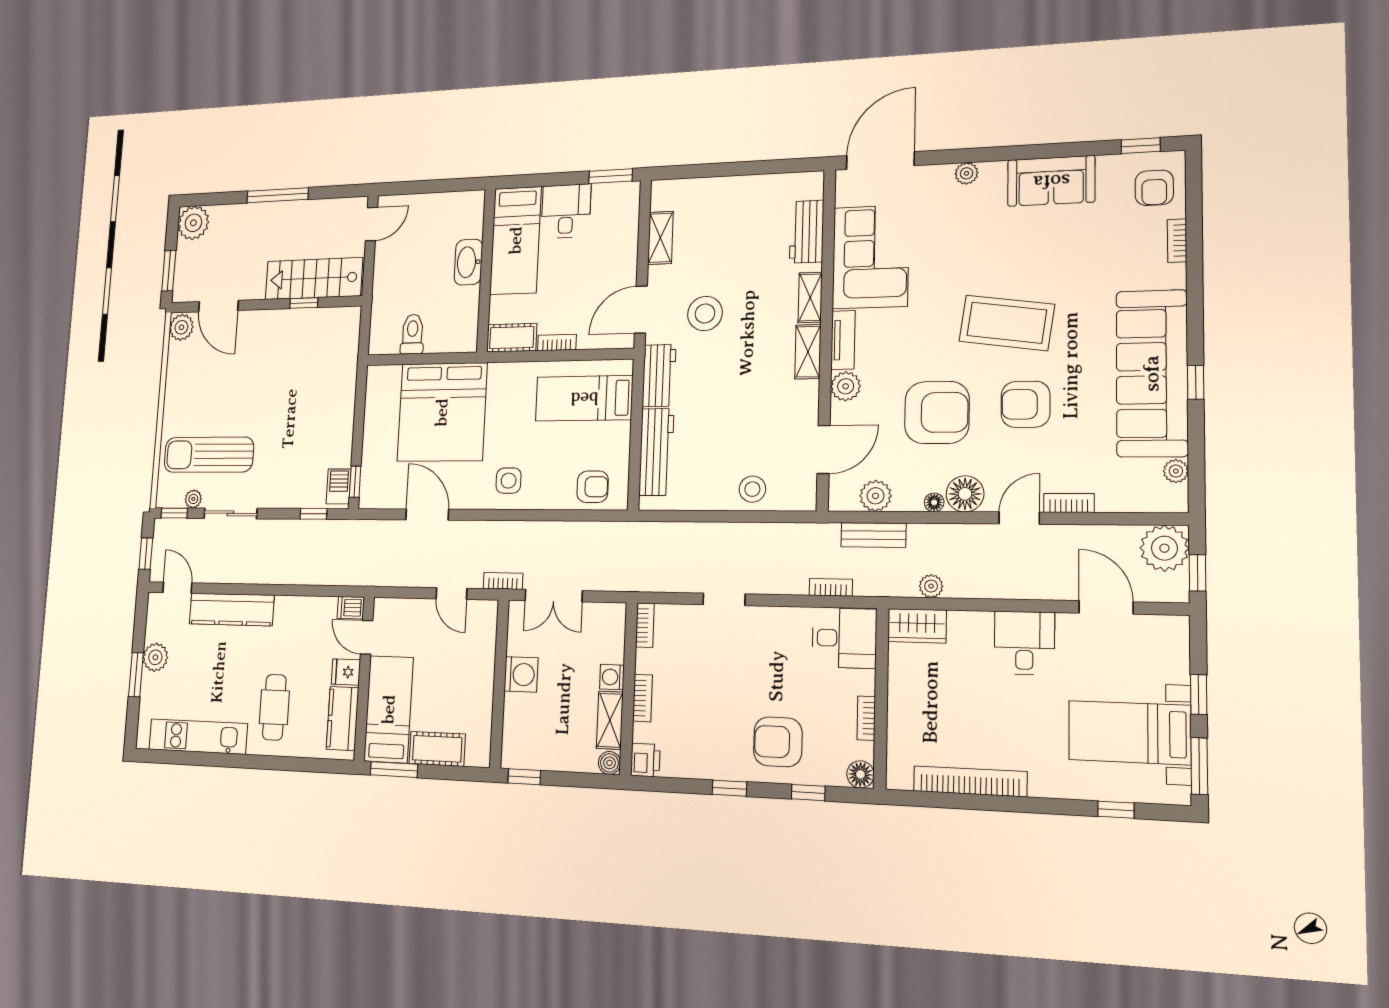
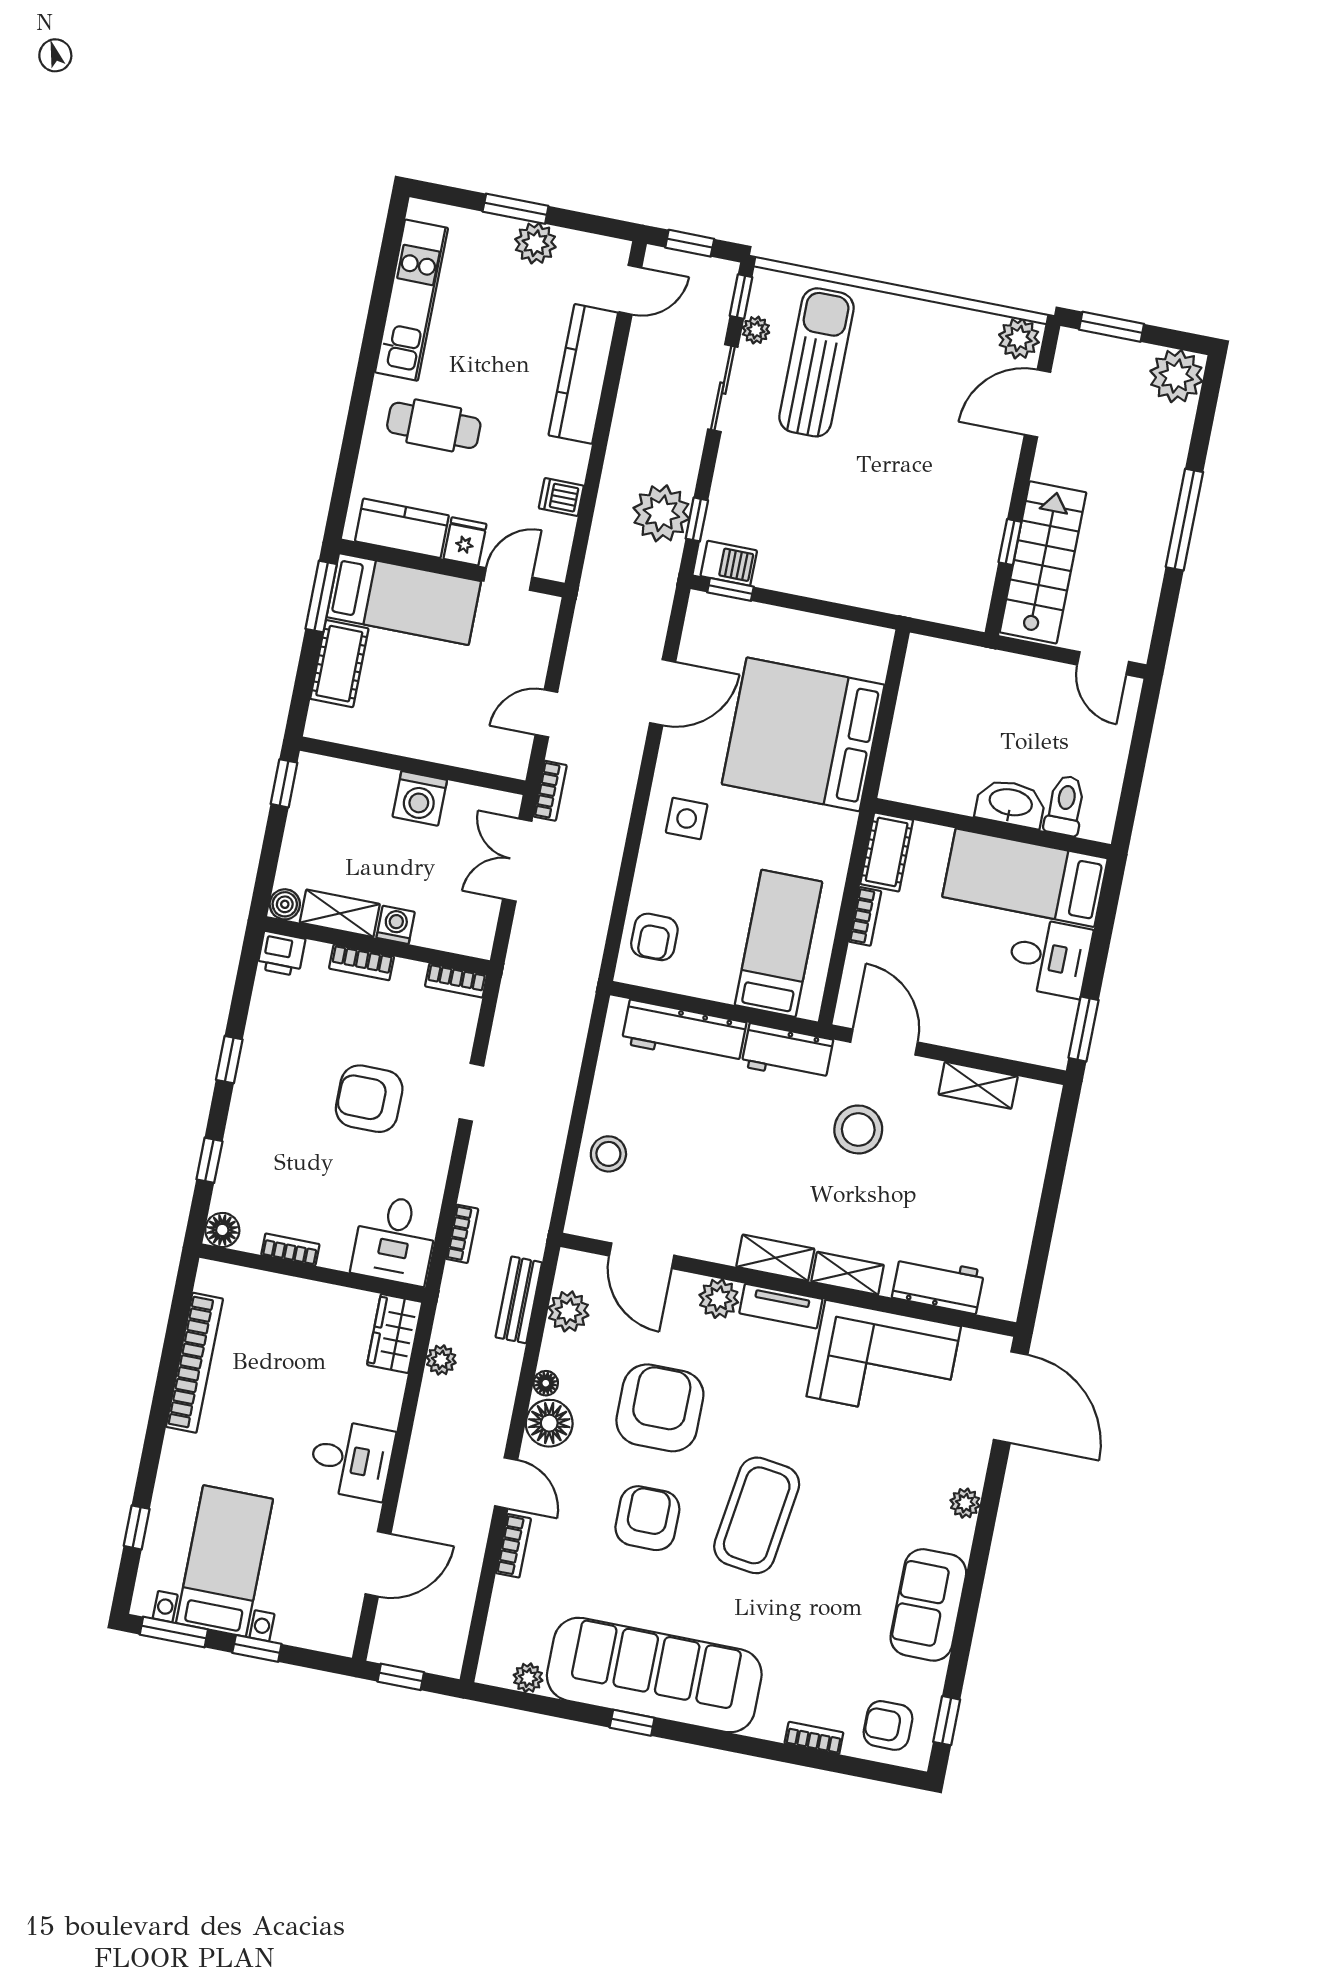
toilet: (412, 334) -> (1065, 805), moved, turned -90
armchair: (937, 412) -> (660, 1408), turned 180
plant: (1164, 548) -> (661, 513), moved
dishwasher: (351, 608) -> (561, 497), moved, turned -90
armchair: (778, 742) -> (369, 1099), moved, turned -90

